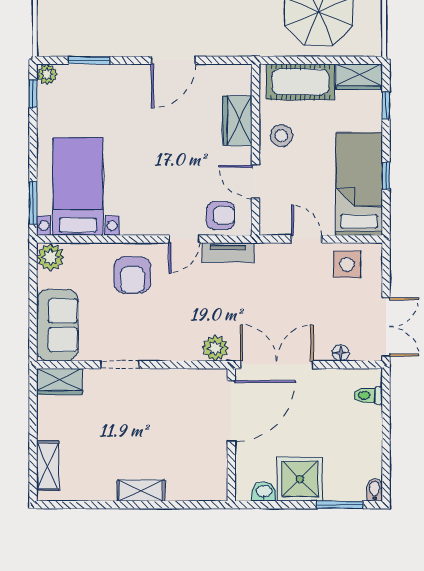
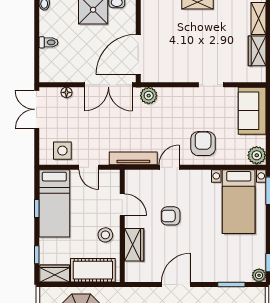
armchair: (220, 215) -> (171, 216), moved
tv unit: (228, 253) -> (133, 158), width x1.41
wardrobe: (60, 382) -> (257, 51), moved, turned -90
toilet: (368, 395) -> (48, 42), moved

